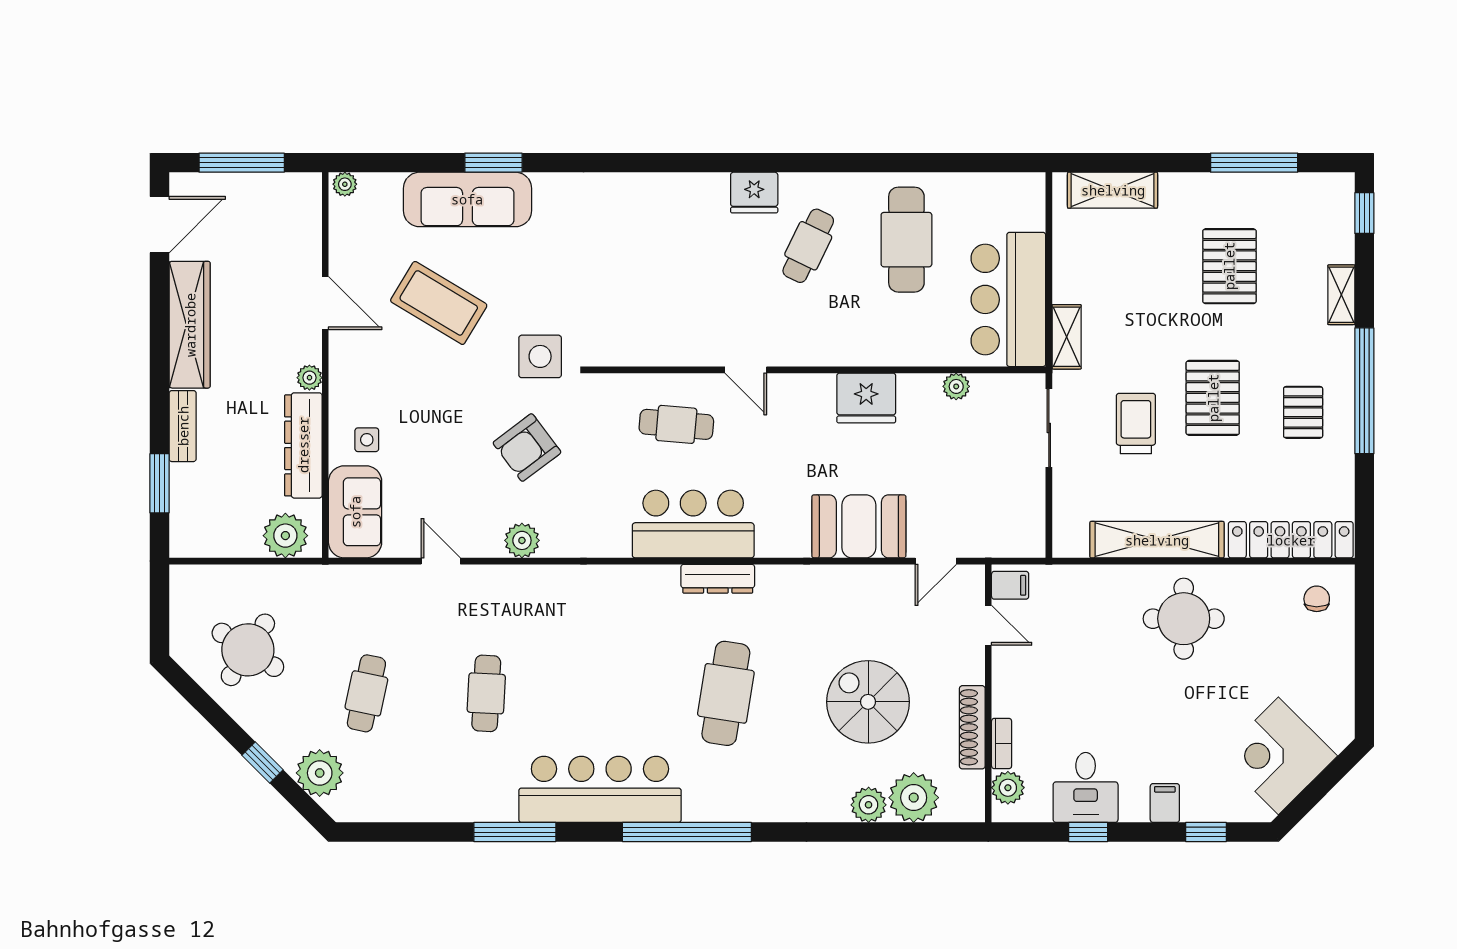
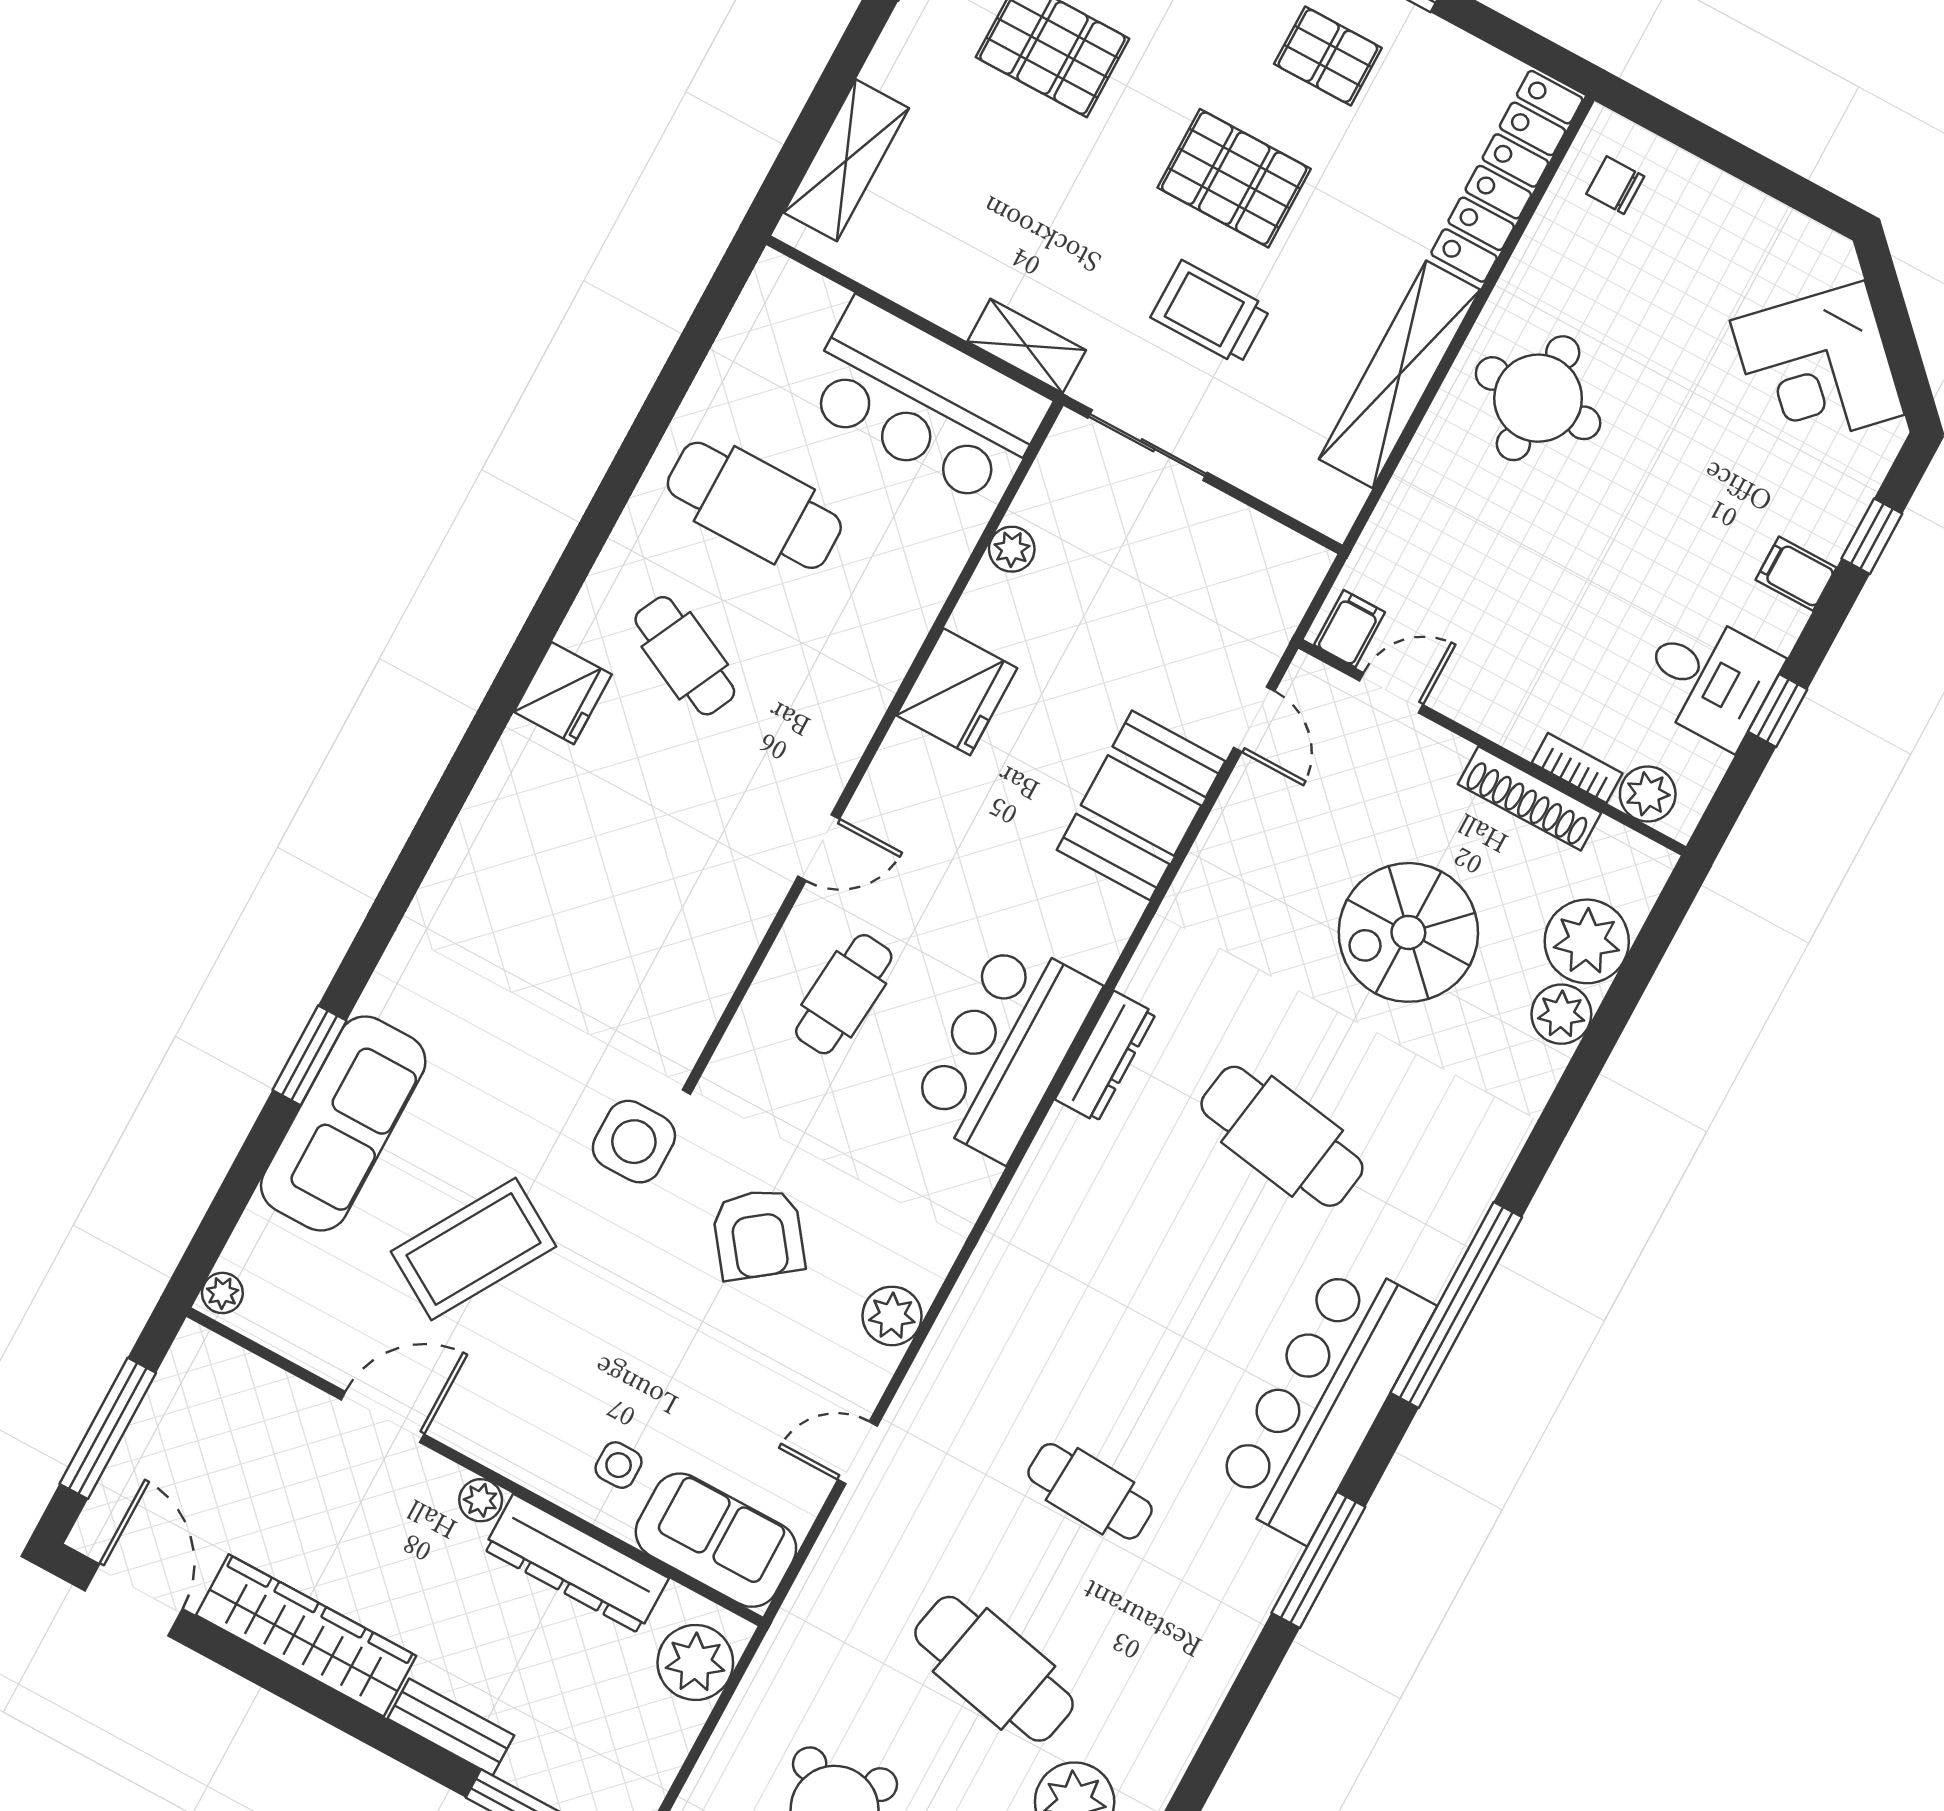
cafe table: (366, 693) -> (994, 1669), width x1.37, depth x1.35

